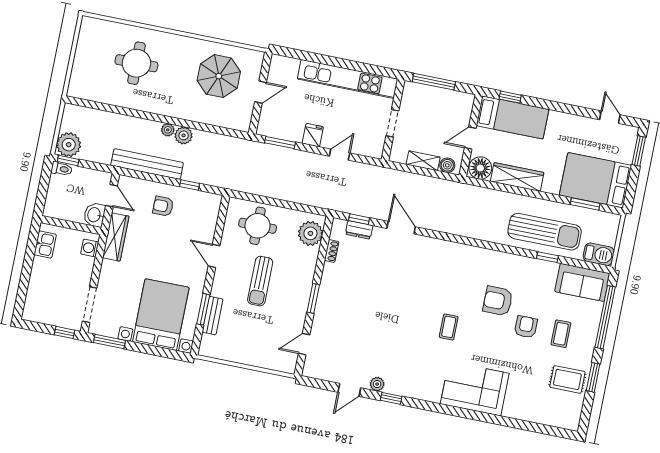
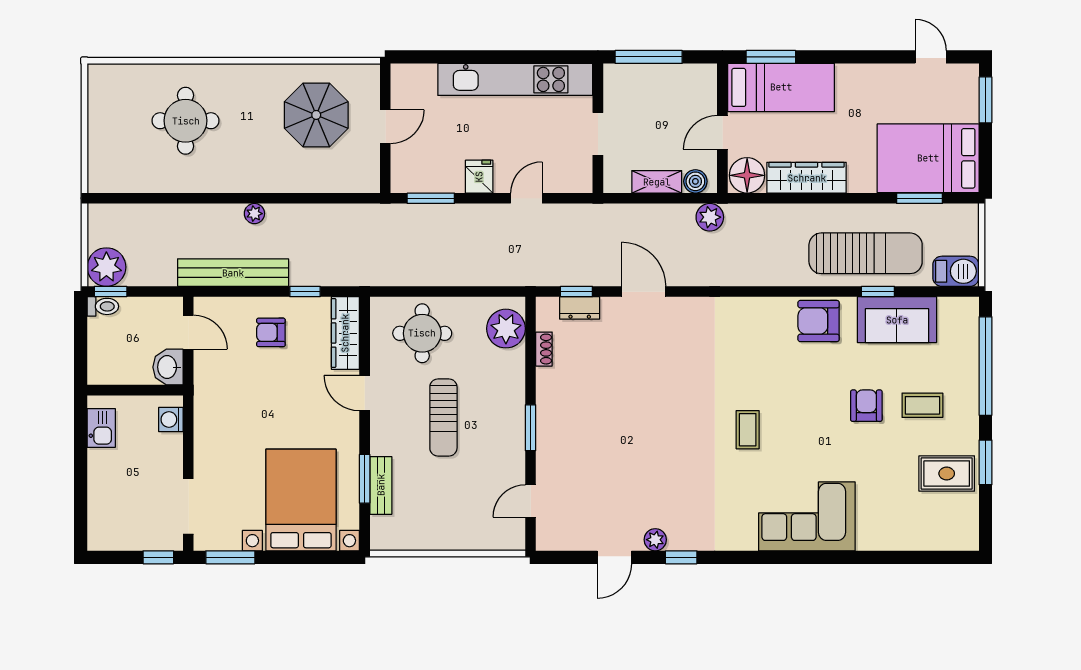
window: (510, 97) -> (771, 57), width x1.50
plant: (184, 135) -> (710, 217), moved
wardrobe: (116, 237) -> (345, 333), moved, turned 180
sofa: (582, 282) -> (897, 320), moved
armchair: (498, 301) -> (819, 321), moved
coffee table: (561, 334) -> (922, 405), turned 90

